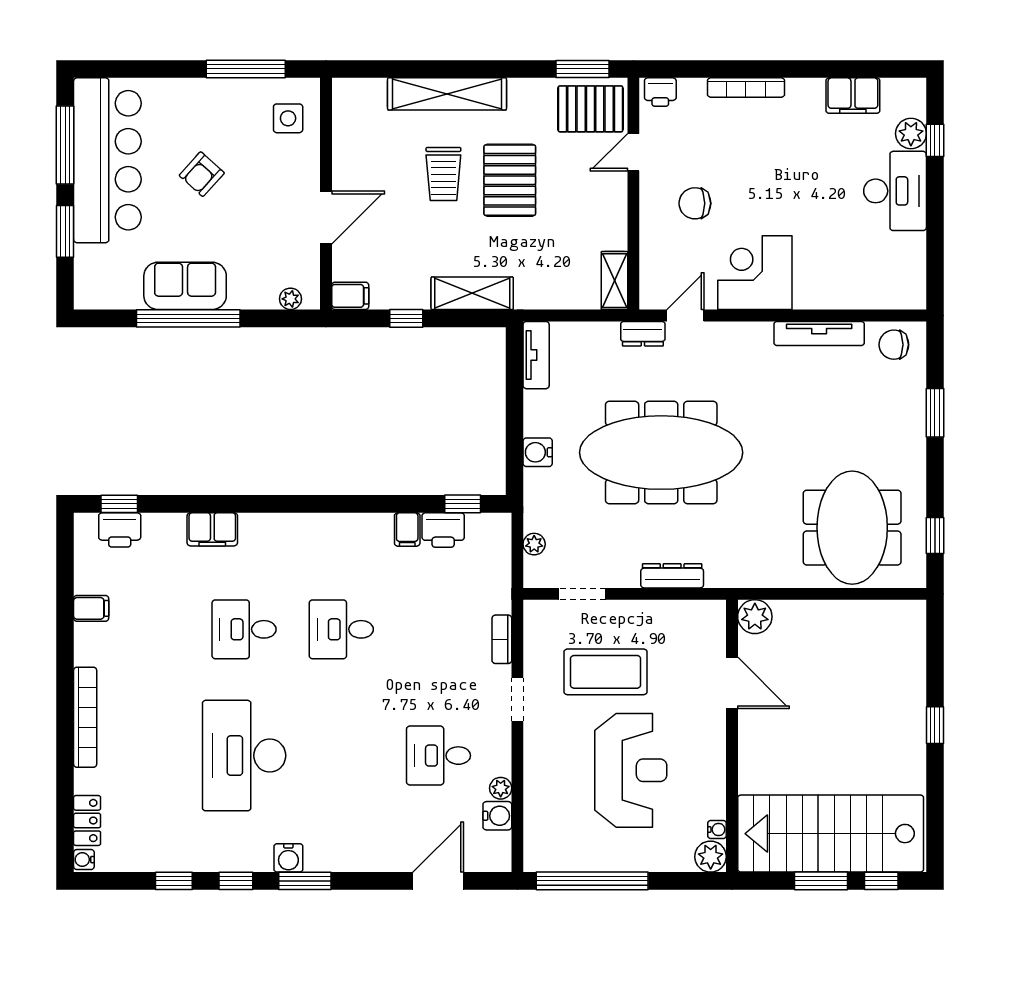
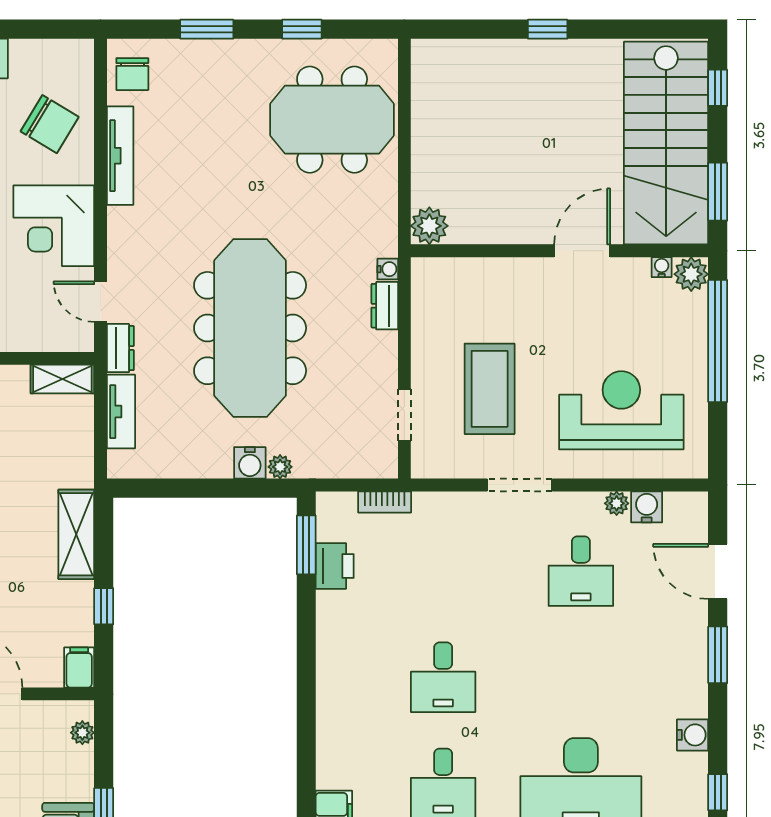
chair: (848, 269) -> (50, 124), added
tv unit: (536, 355) -> (121, 412), moved, turned 90
window: (463, 504) -> (306, 545), width x1.50
filing cabinet: (407, 529) -> (334, 605), removed
window: (935, 535) -> (302, 29), moved
plant: (534, 544) -> (280, 467), moved
dresser: (672, 576) -> (385, 306), width x0.70
water cooler: (715, 579) -> (388, 269), added
bookcase: (502, 639) -> (385, 502), moved
door: (732, 683) -> (582, 251), moved
doorway: (517, 700) -> (520, 485), width x1.38
reception desk: (631, 770) -> (621, 410), moved
window: (305, 881) -> (718, 655), moved
window: (592, 881) -> (718, 341), moved
window: (821, 881) -> (718, 192), moved

